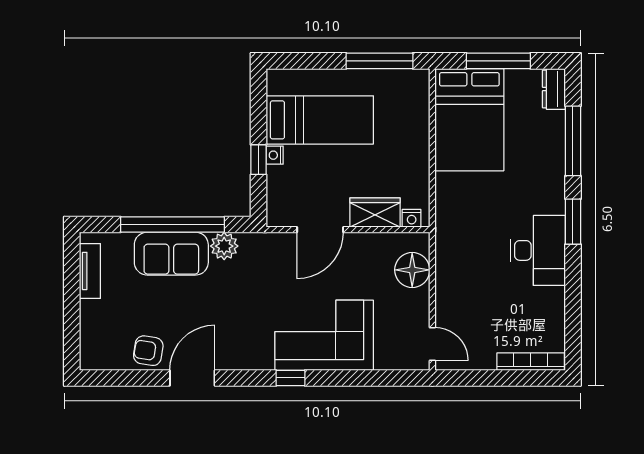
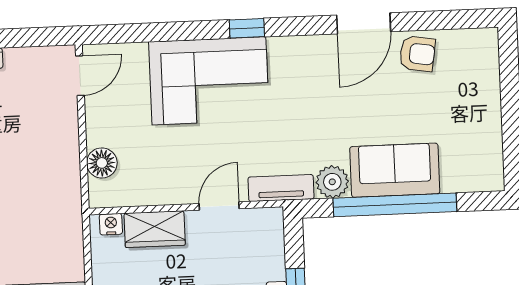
door: (320, 230) -> (219, 206), width x0.73
floor lamp: (412, 270) -> (102, 163), width x0.73, depth x0.73
tv unit: (90, 271) -> (281, 188), moved, turned 90
door: (432, 344) -> (80, 76), swing flipped

